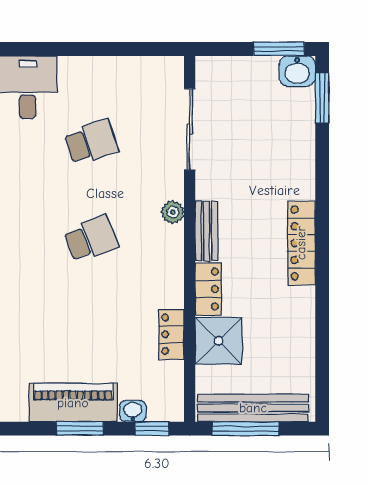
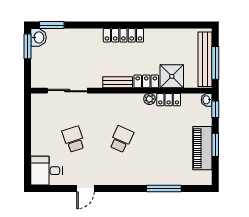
plant: (173, 212) -> (149, 99), moved
school desk: (91, 239) -> (121, 139), turned 45
washbasin: (133, 411) -> (207, 100), moved

